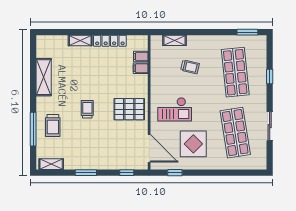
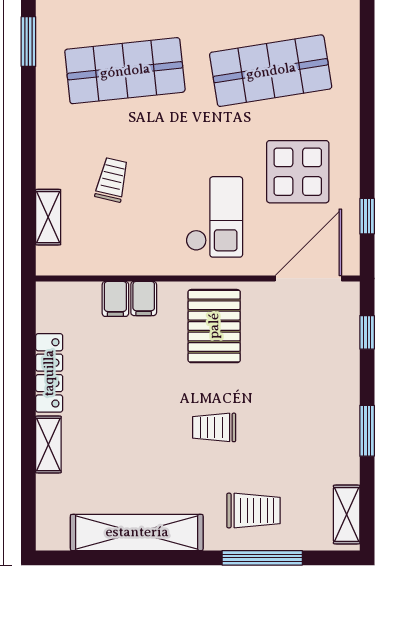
filing cabinet: (141, 56) -> (144, 298), moved
shelving: (44, 77) -> (137, 532), width x1.47

